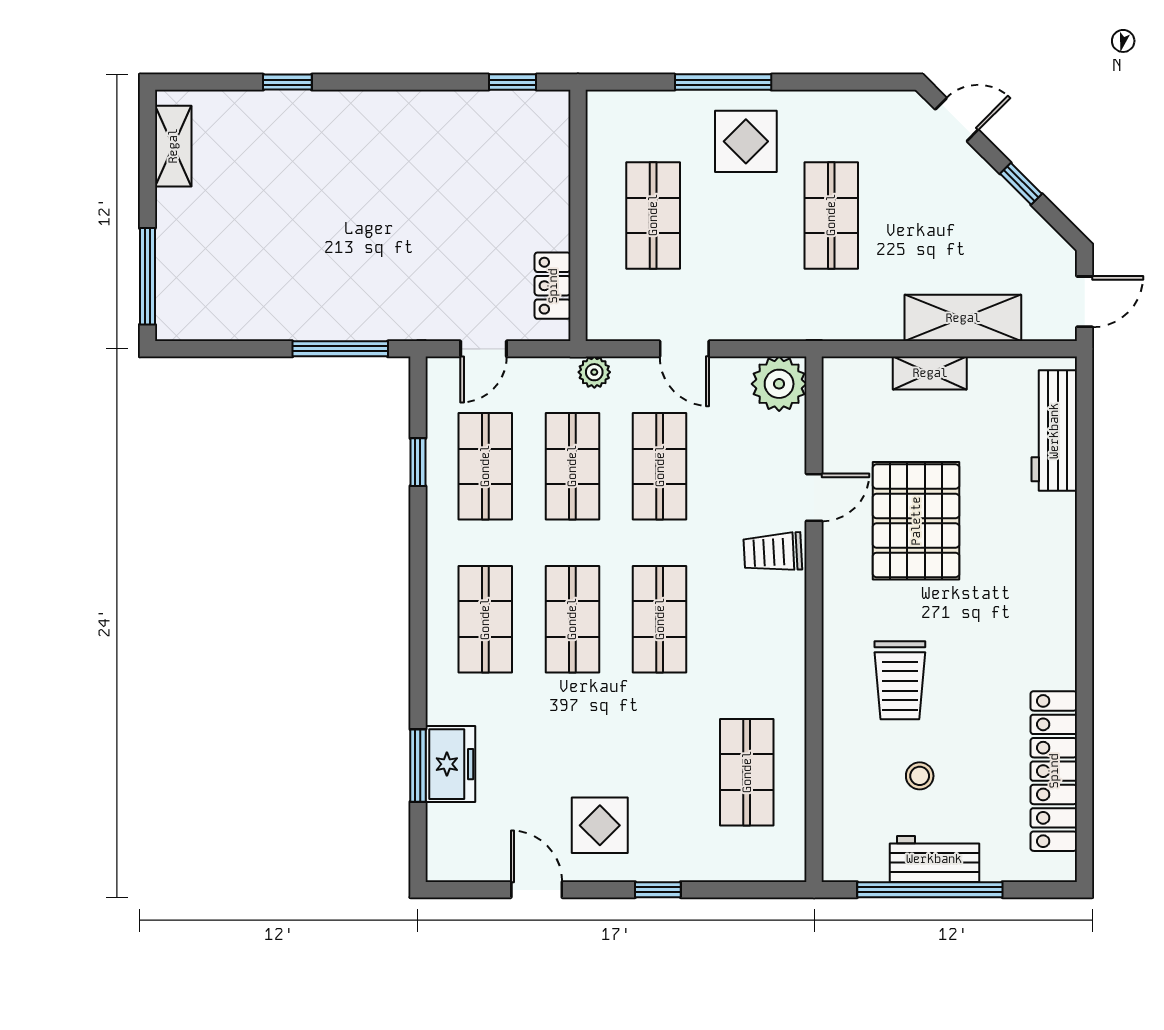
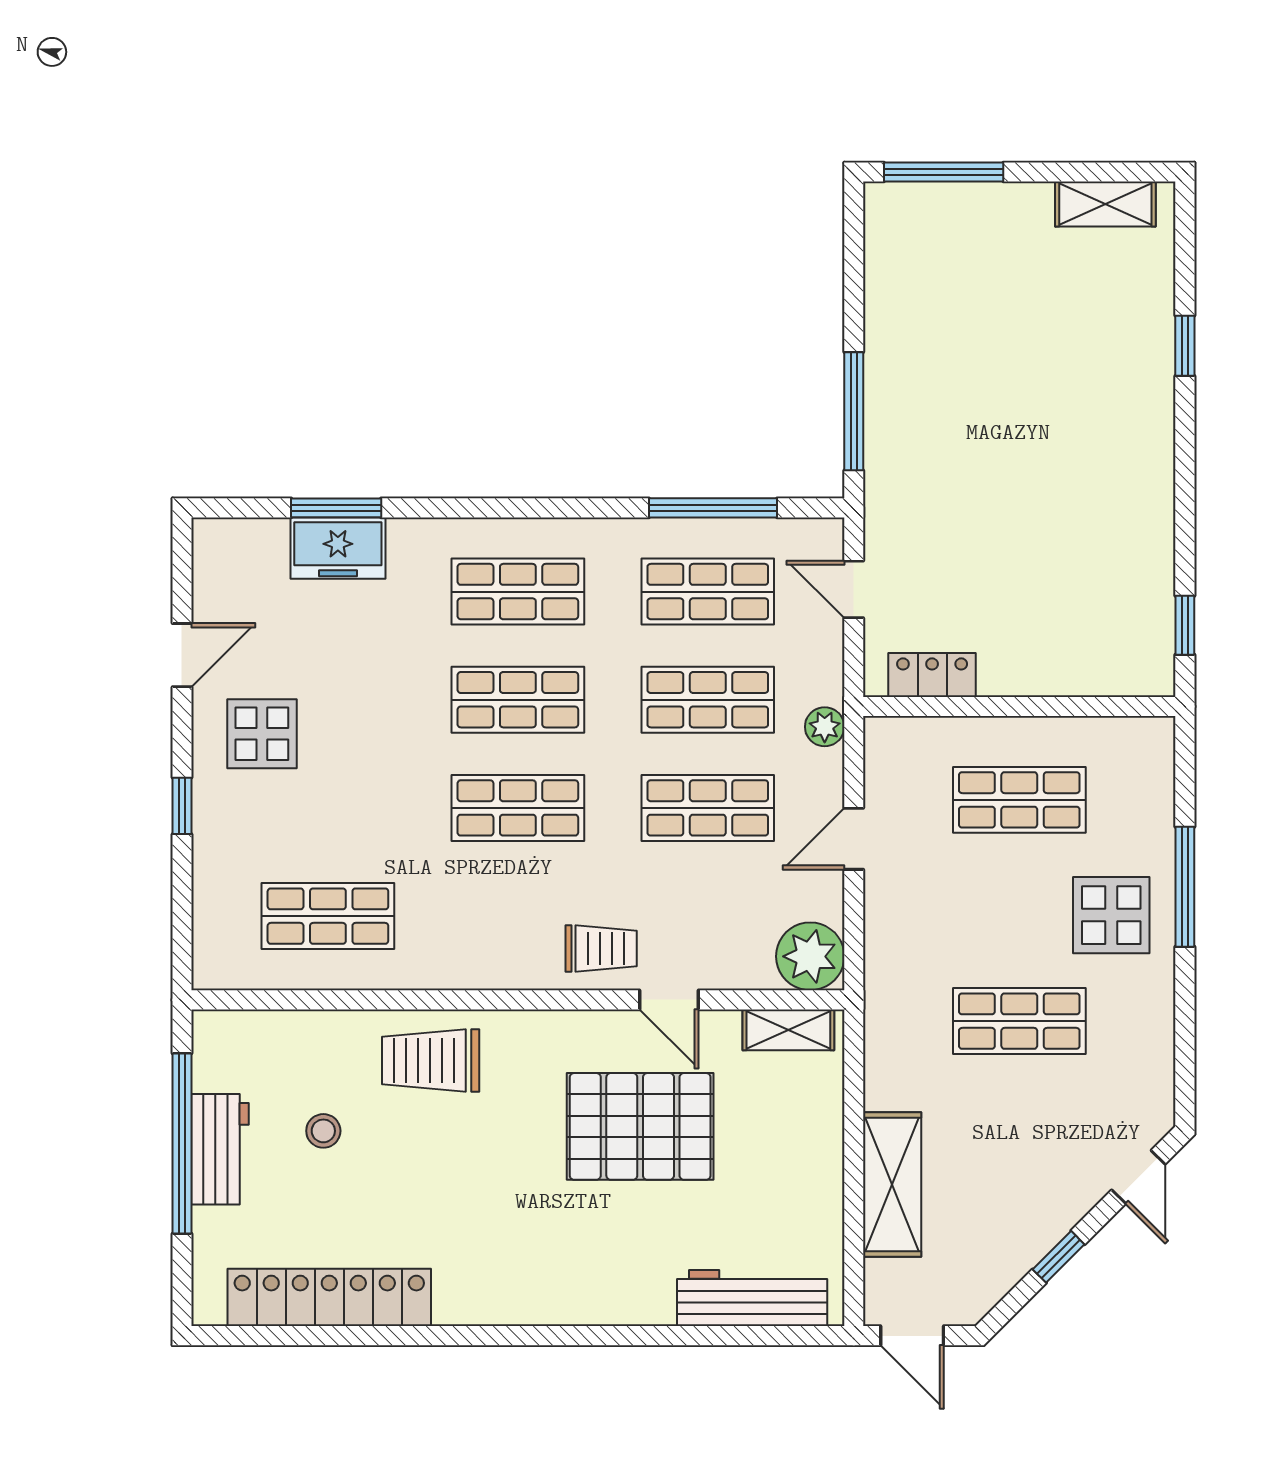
shelving: (930, 373) -> (788, 1030), moved, turned 90
window: (418, 462) -> (713, 508), width x2.17
trolley: (773, 552) -> (601, 948), turned 93
trolley: (900, 680) -> (431, 1060), moved

